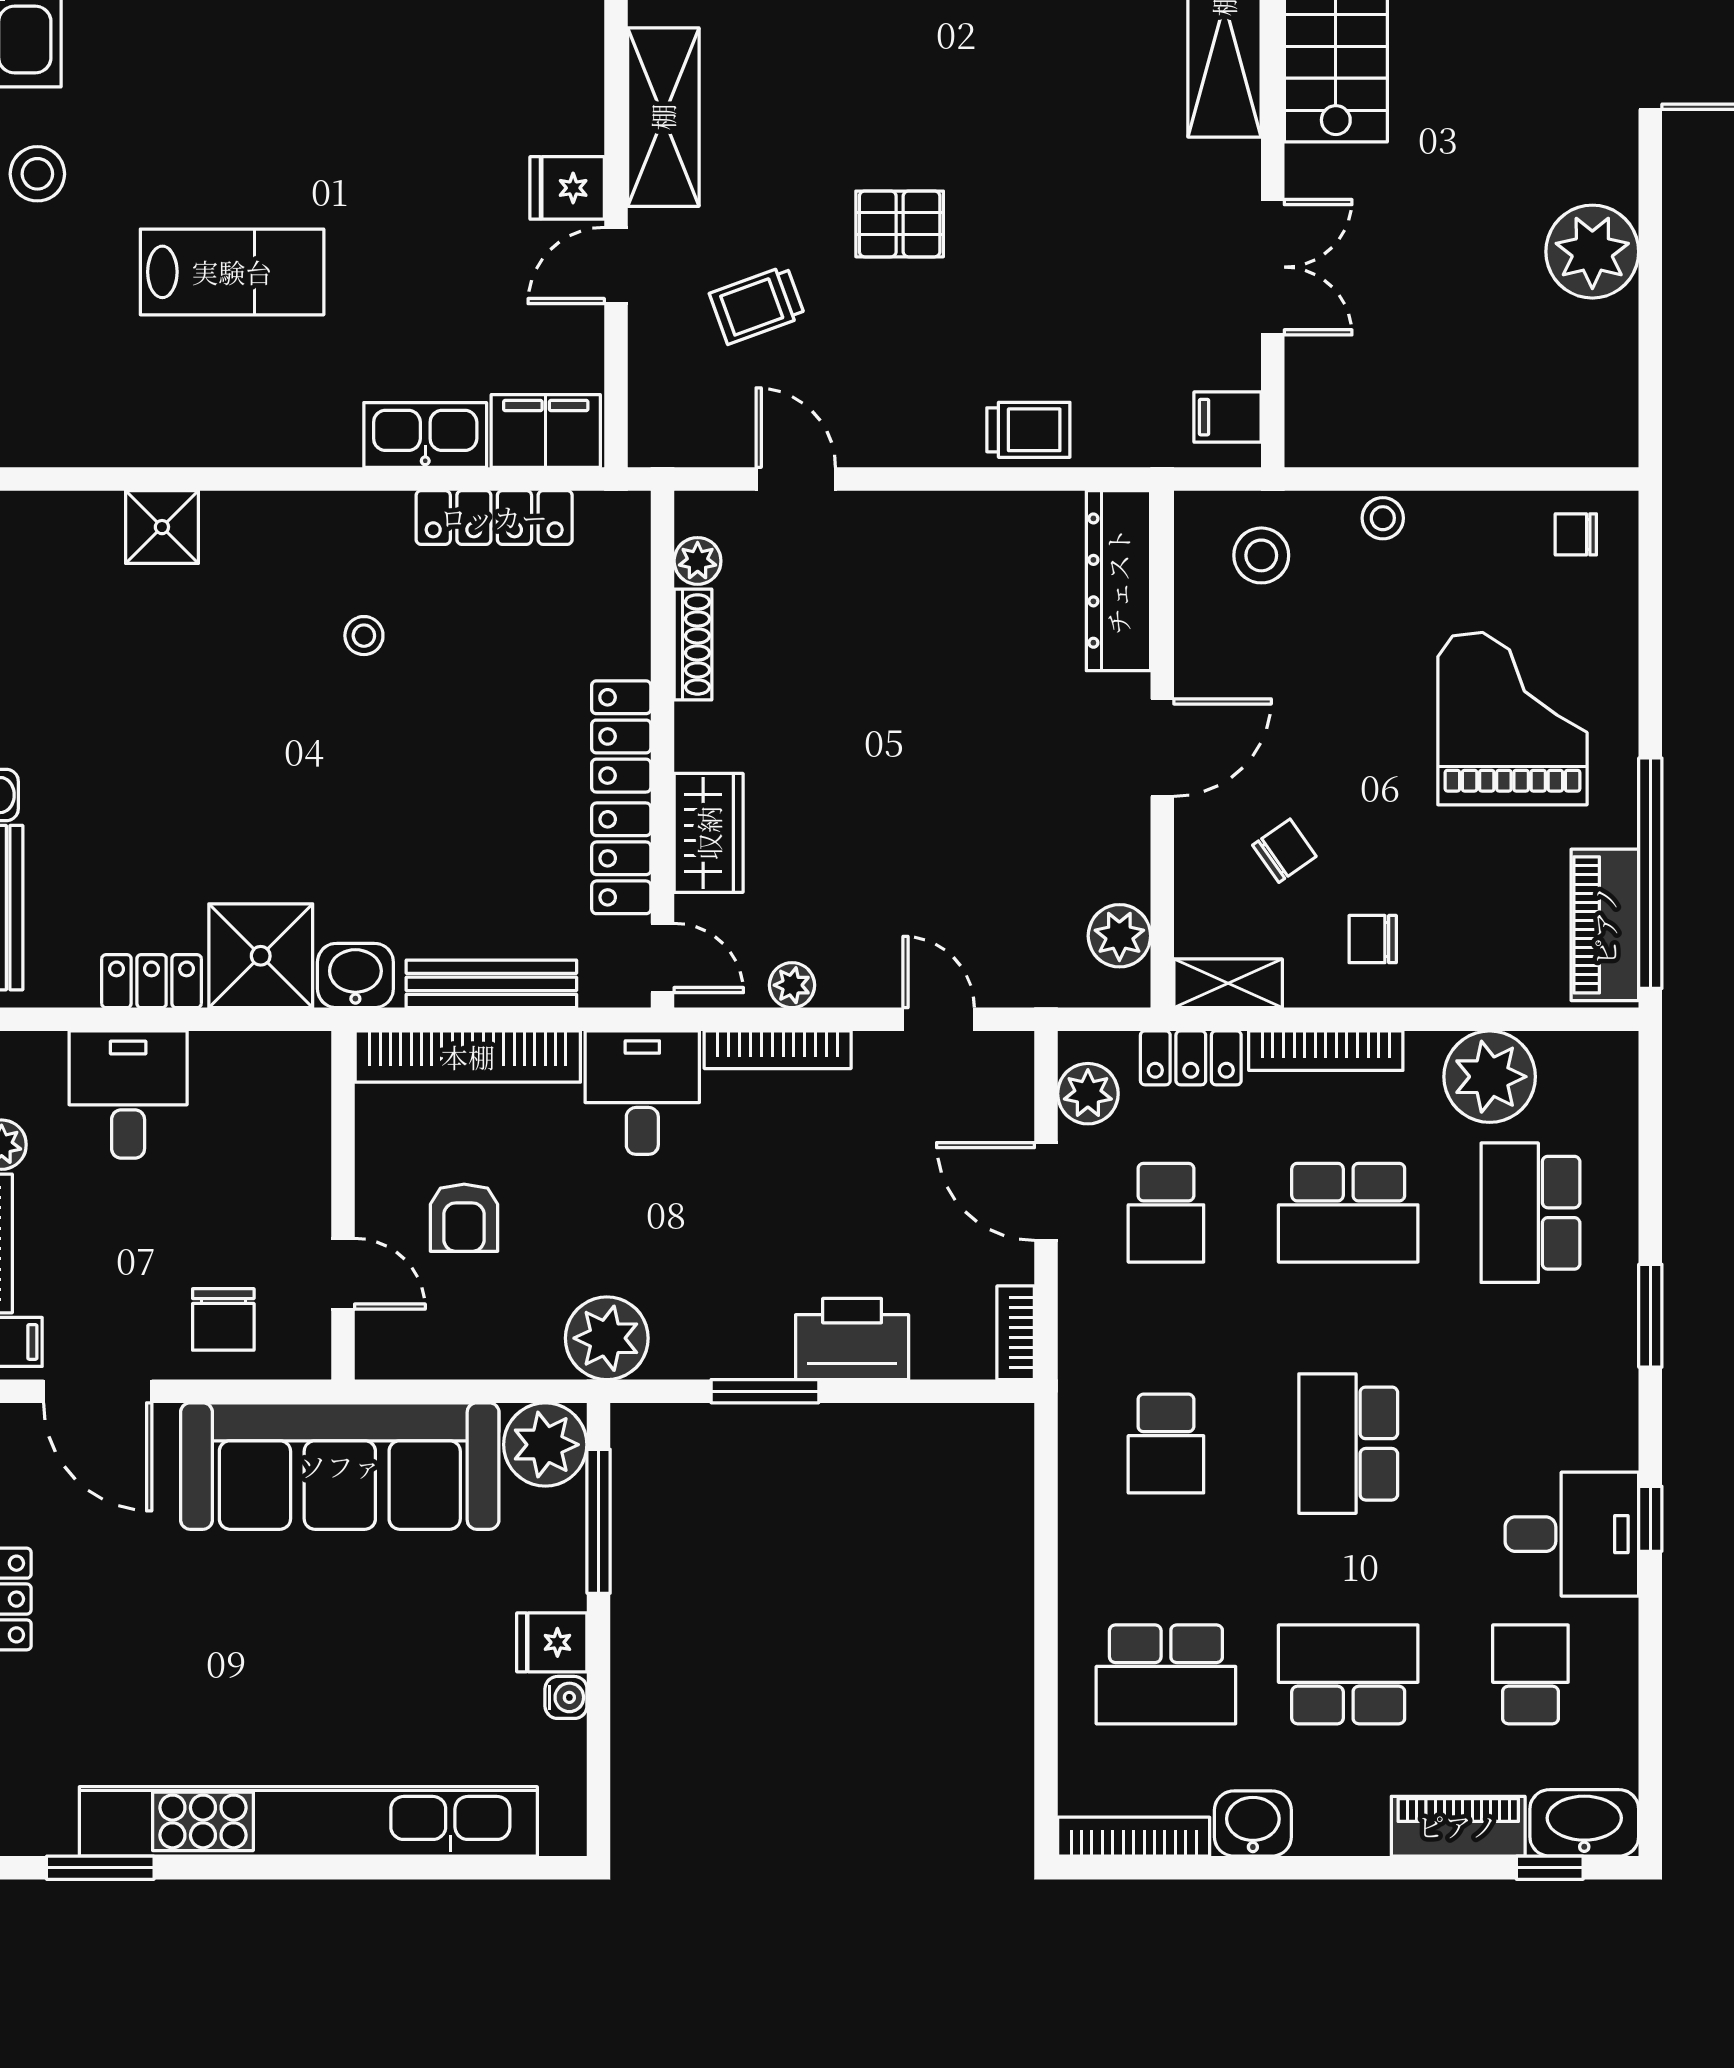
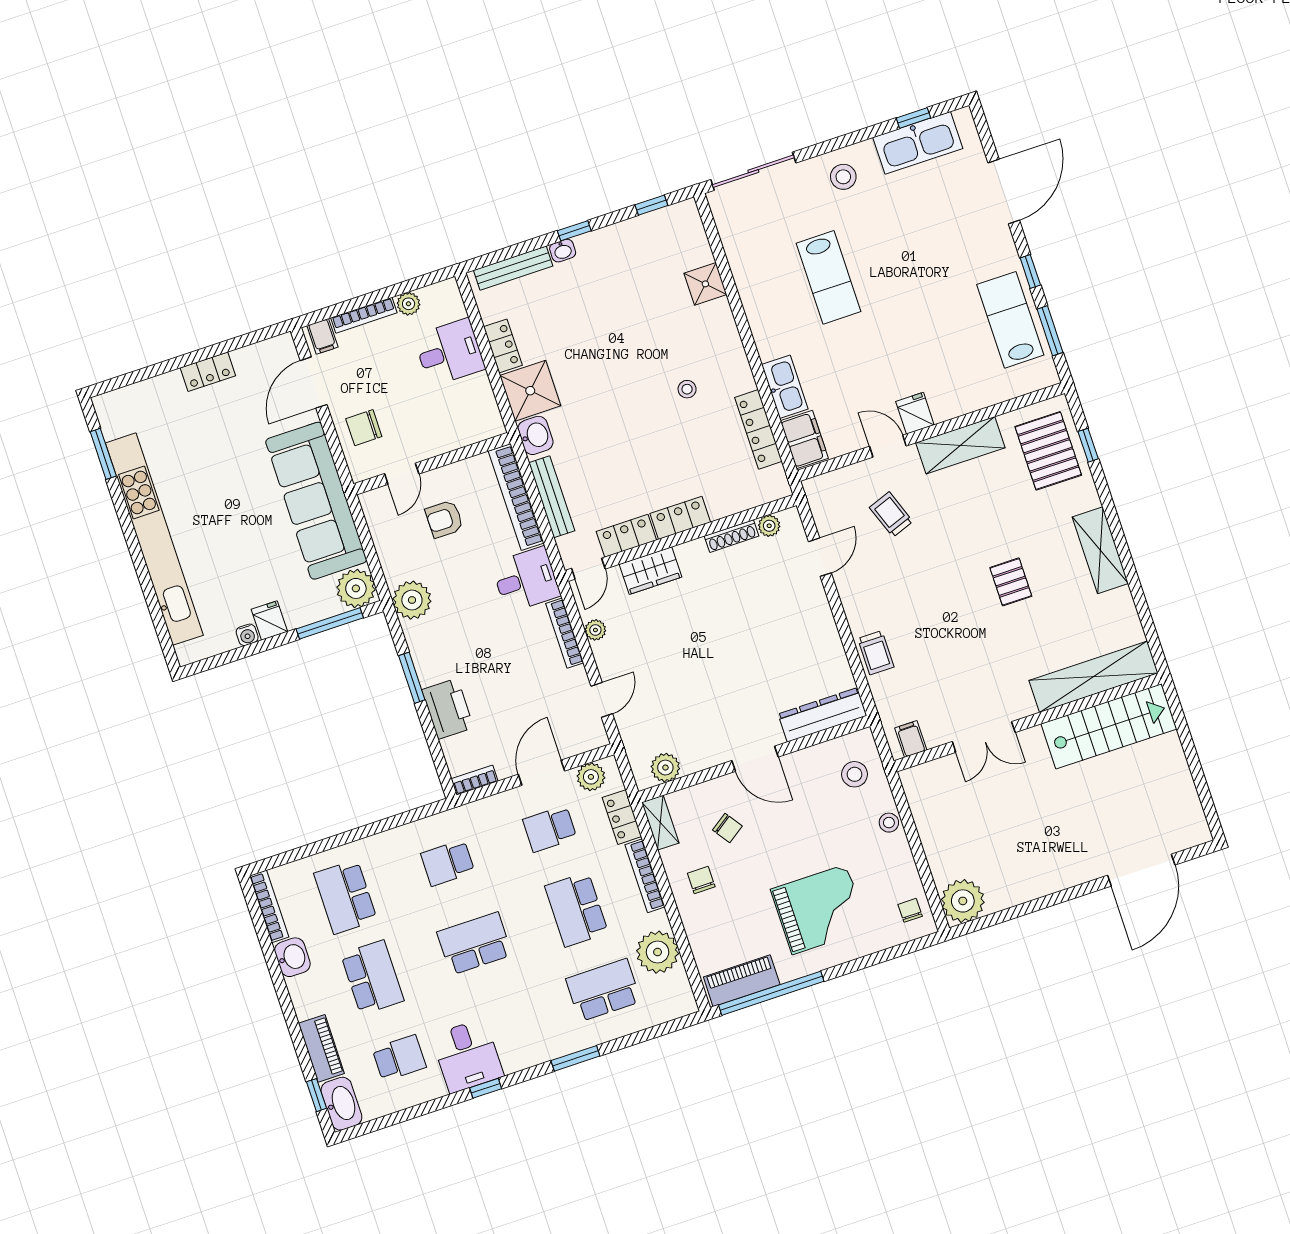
pallet: (900, 224) -> (1011, 582), moved
plant: (1592, 252) -> (963, 901), moved

